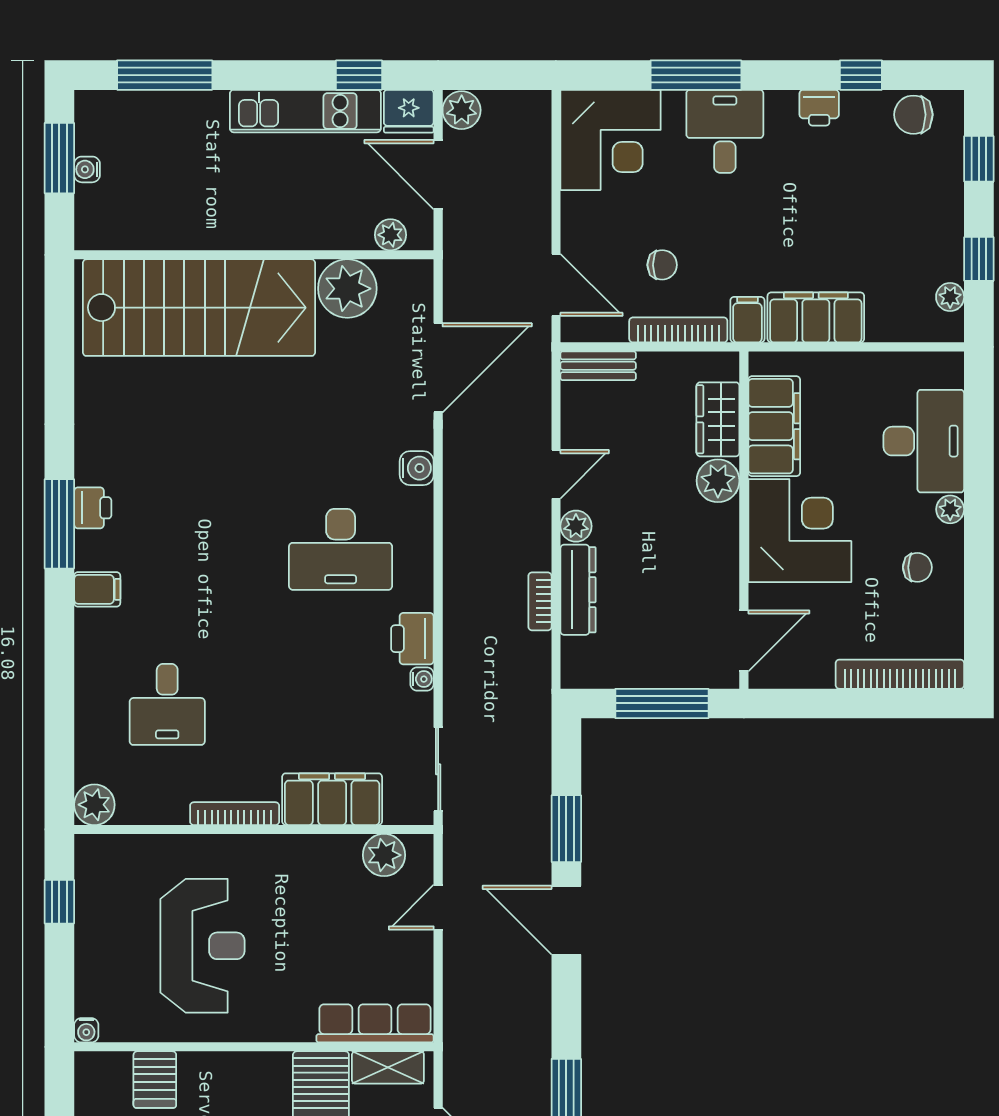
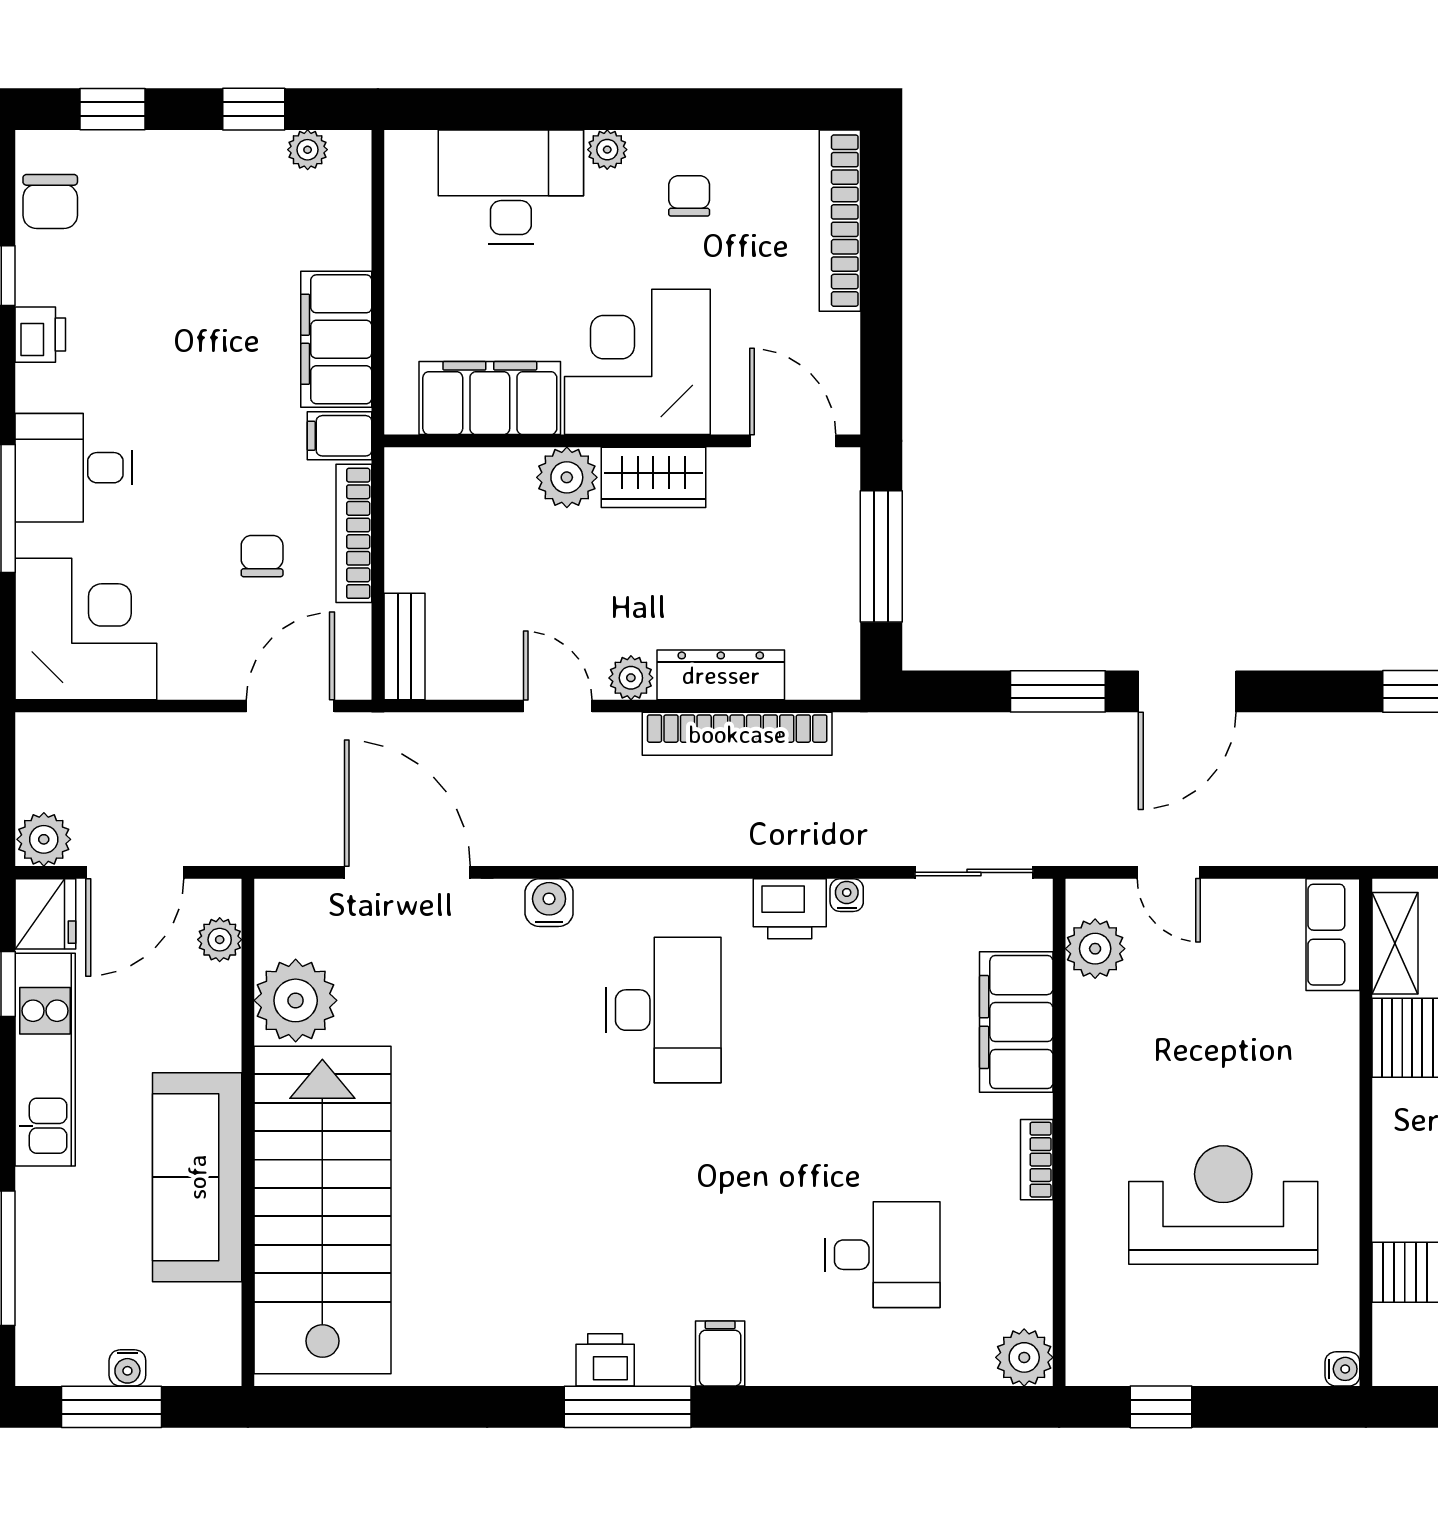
sofa: (222, 219) -> (197, 1177), added
wardrobe: (718, 419) -> (653, 477), moved
bookcase: (540, 601) -> (737, 734), width x2.31, depth x1.31
bookcase: (235, 814) -> (1037, 1160), width x0.64
row of seats: (375, 1023) -> (1333, 935), width x0.68

